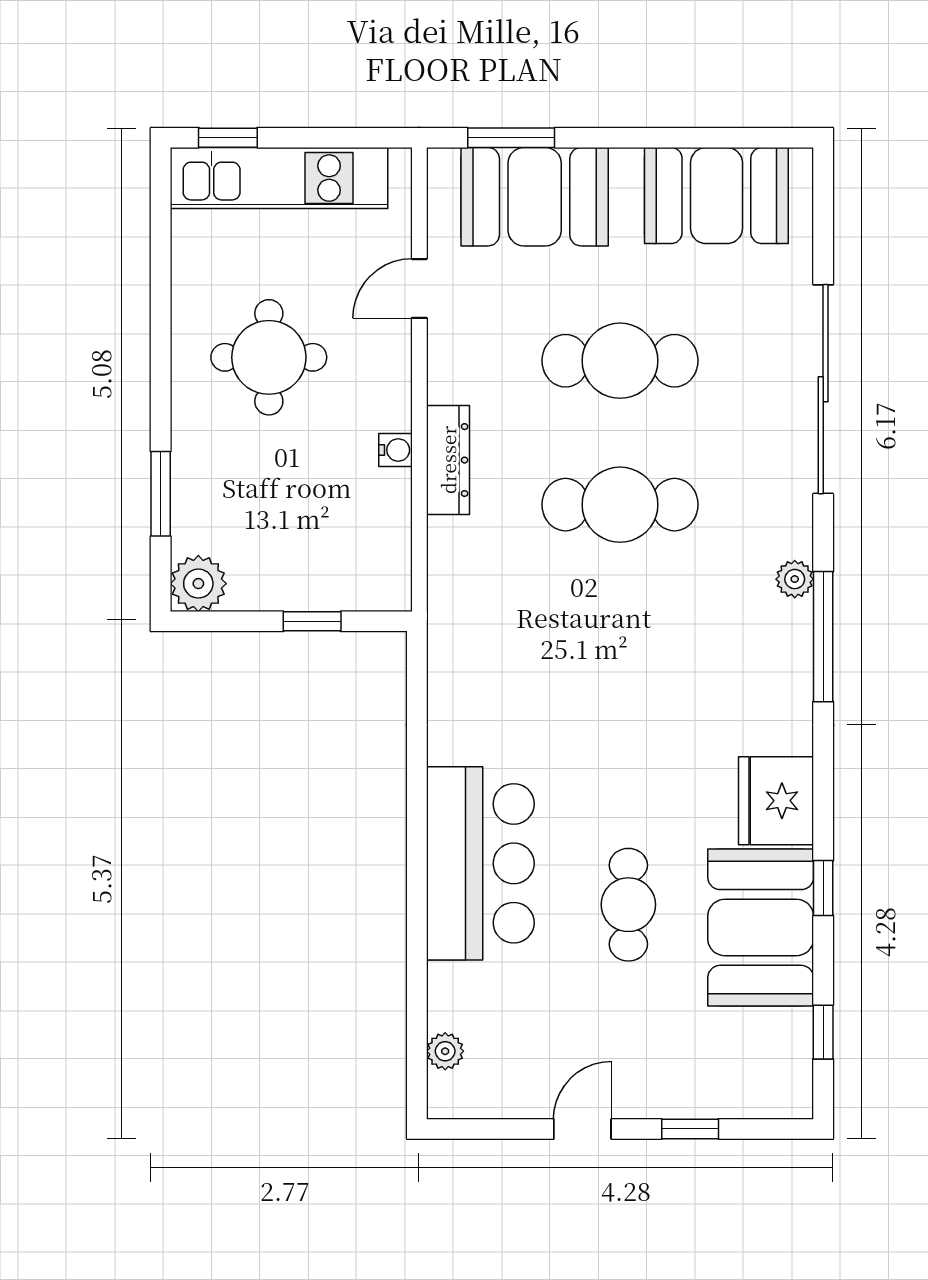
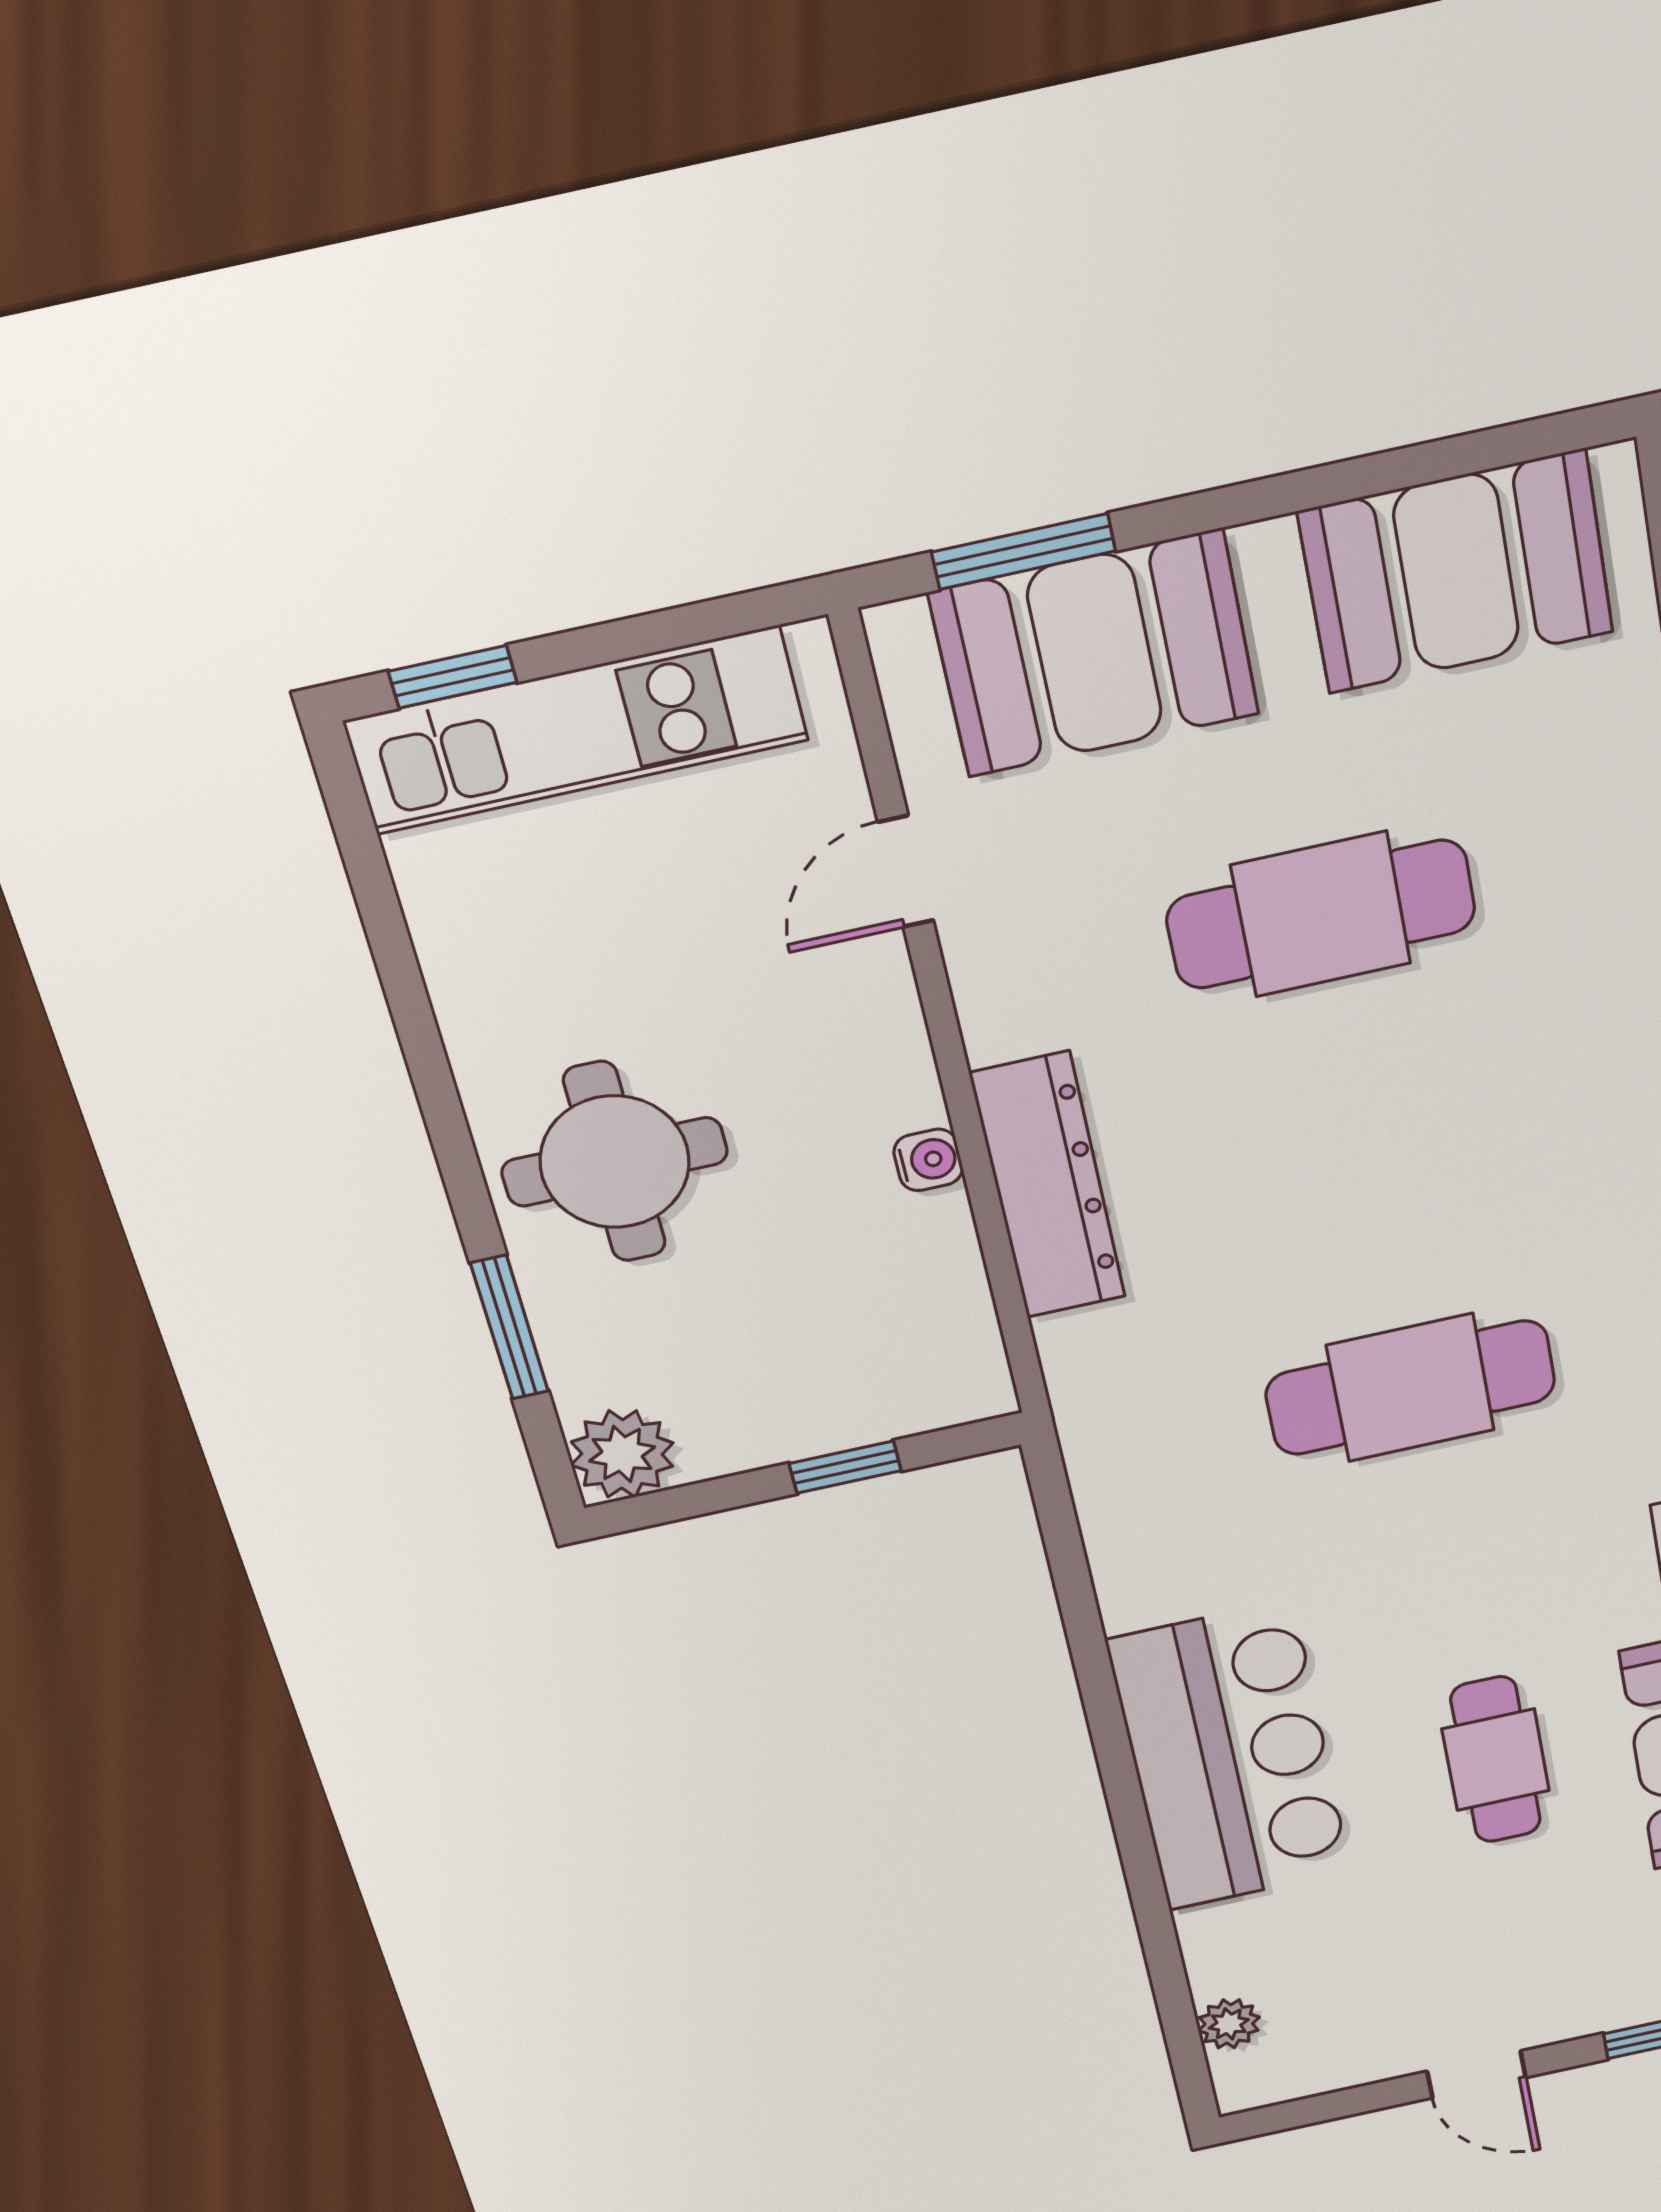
round table: (269, 357) -> (615, 1162), moved
dresser: (448, 460) -> (1048, 1186), width x1.37, depth x1.24
cafe table: (620, 505) -> (1411, 1388), moved
door: (582, 1129) -> (1476, 2074), swing flipped

